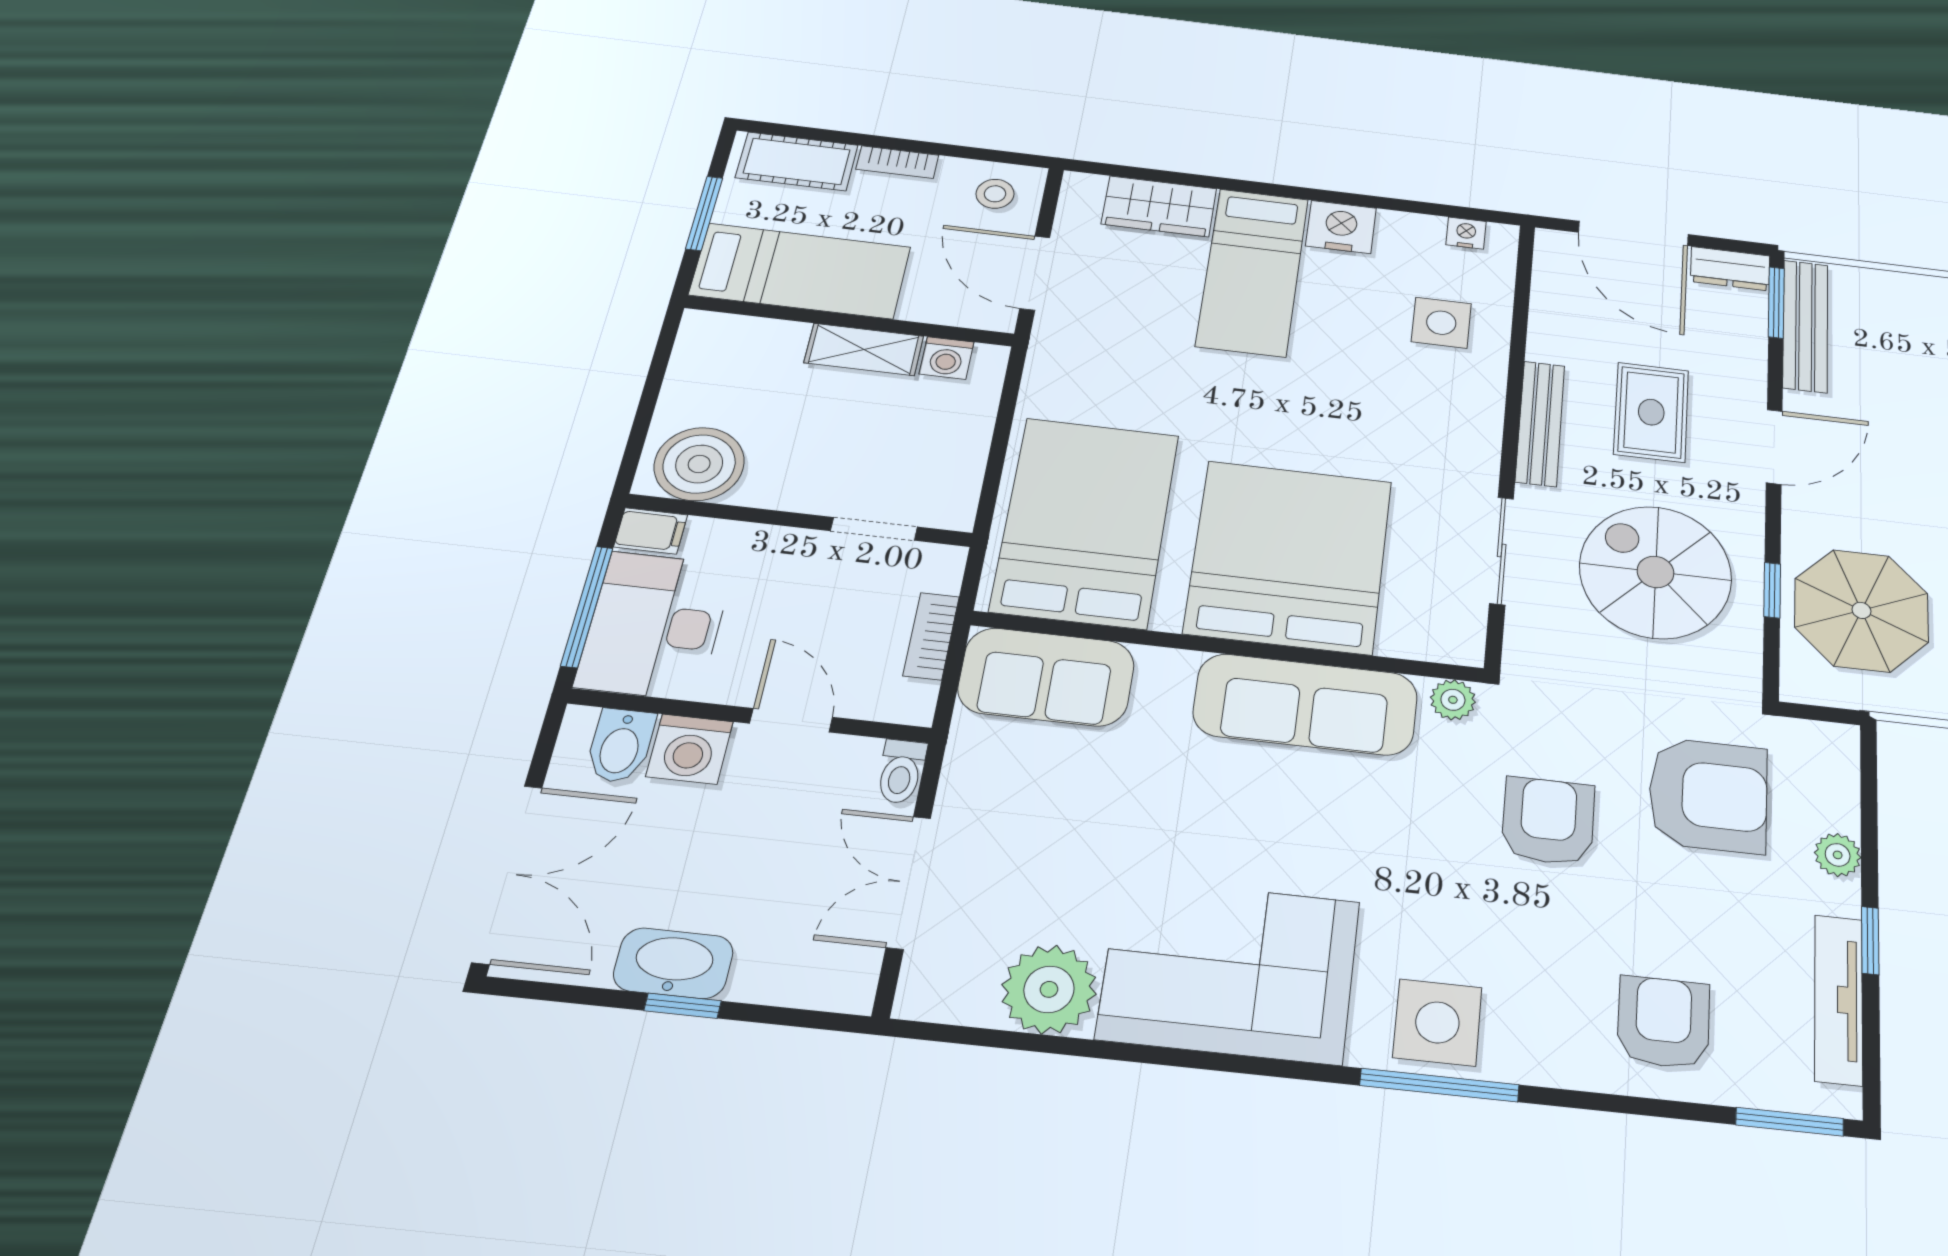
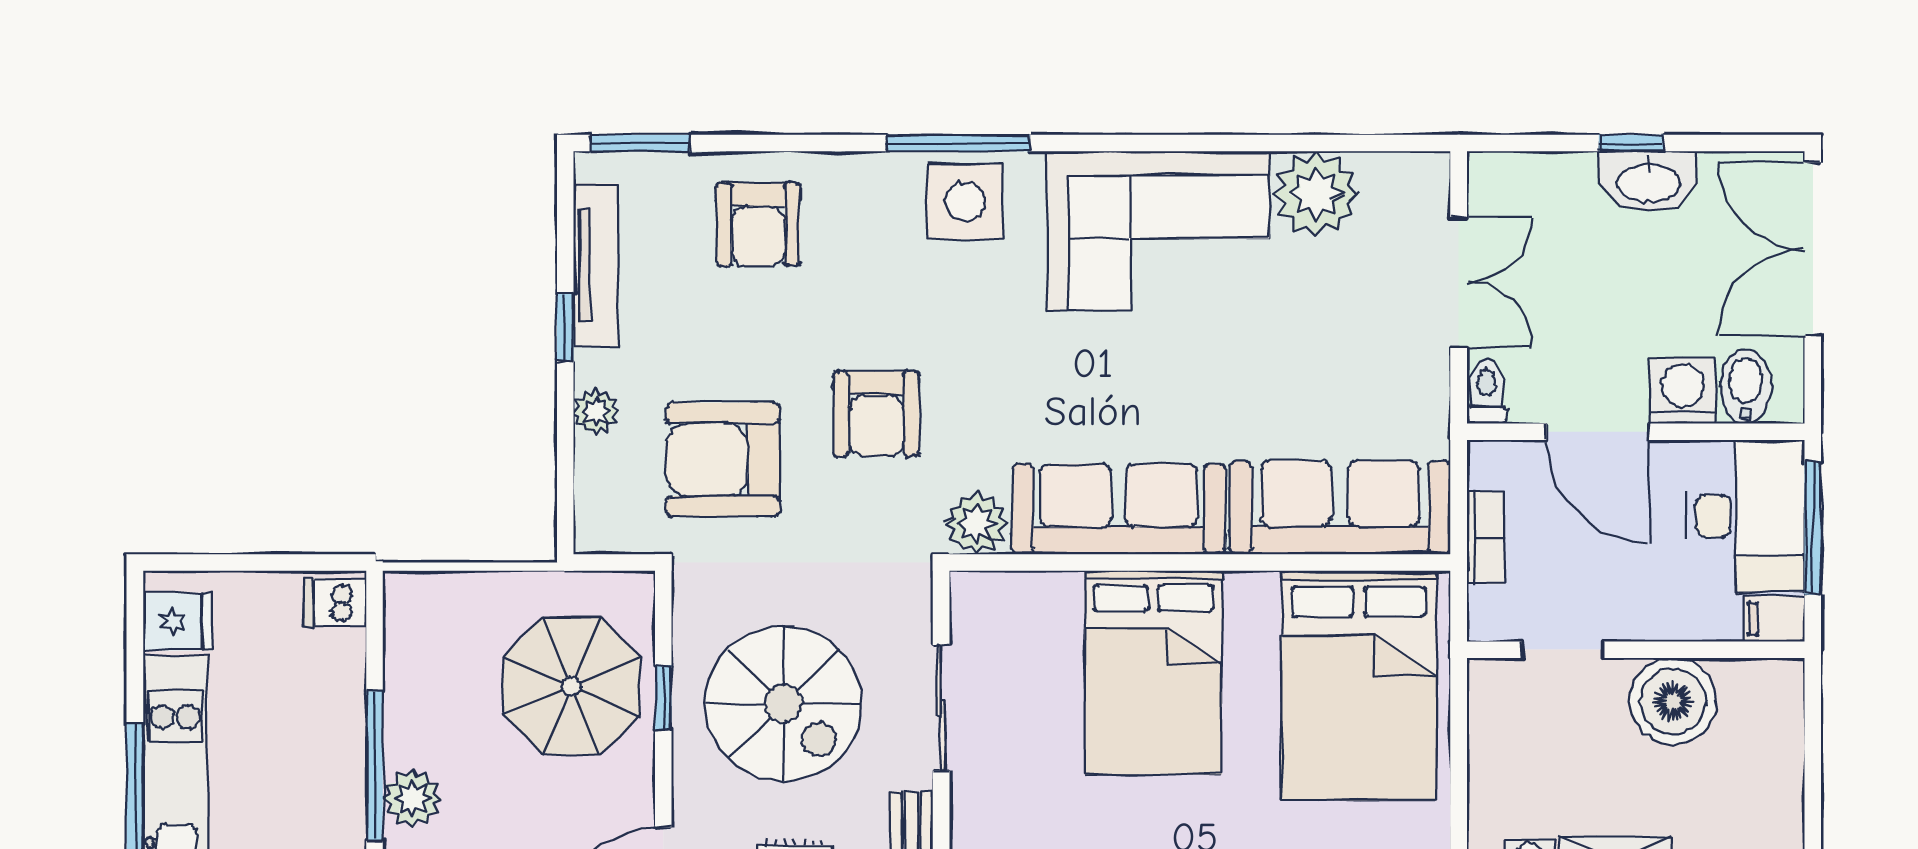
boiler: (699, 464) -> (1673, 701), moved
bed: (1289, 556) -> (1153, 672), width x0.73
sofa: (1046, 677) -> (1340, 507), width x1.36
plant: (1453, 700) -> (977, 524), width x1.38, depth x1.38
door: (791, 720) -> (1597, 432), width x1.38

